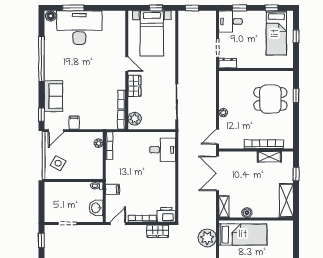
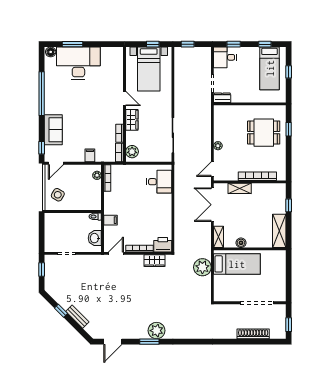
filing cabinet: (74, 123) -> (90, 155), moved
shelving: (269, 157) -> (240, 188), moved

